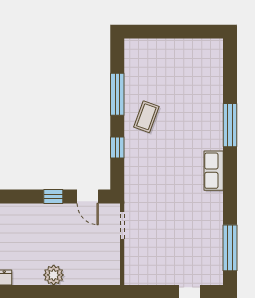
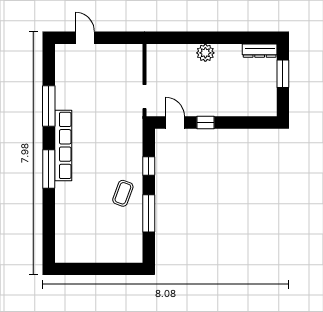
window: (230, 125) -> (49, 169), moved
row of seats: (214, 171) -> (63, 145), width x2.02
window: (230, 248) -> (49, 106), moved

